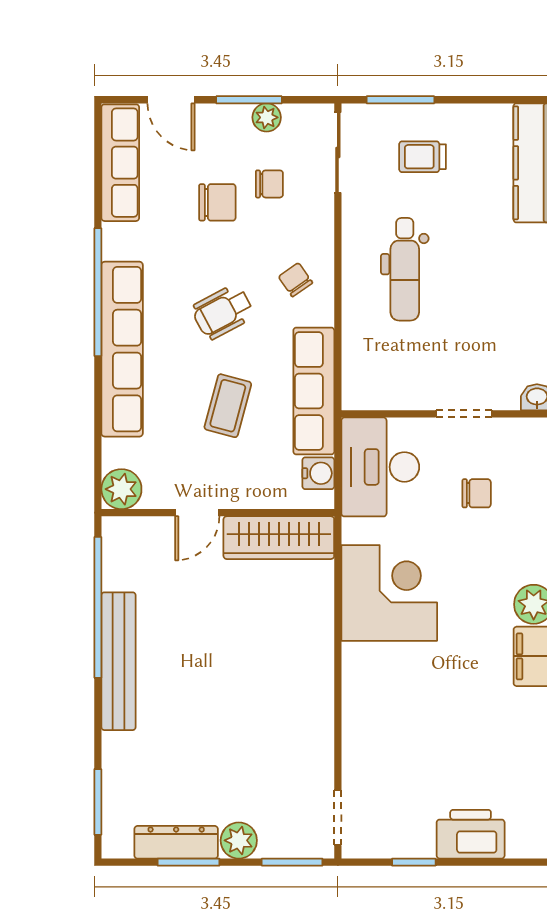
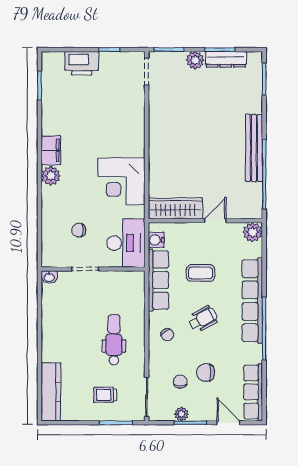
trolley: (423, 157) -> (105, 395), turned 180
chair: (269, 184) -> (180, 382), turned 90
coffee table: (228, 406) -> (200, 273), turned 75

